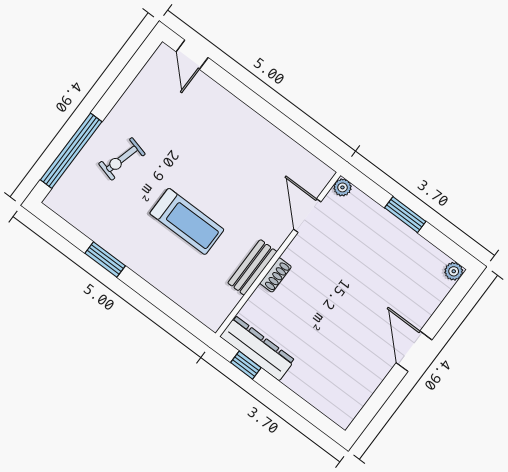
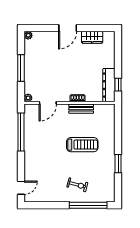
window: (291, 129) -> (21, 132), added
window: (405, 215) -> (21, 68), width x1.44
treadmill: (187, 221) -> (82, 145), turned 90
wardrobe: (365, 382) -> (92, 37), added

